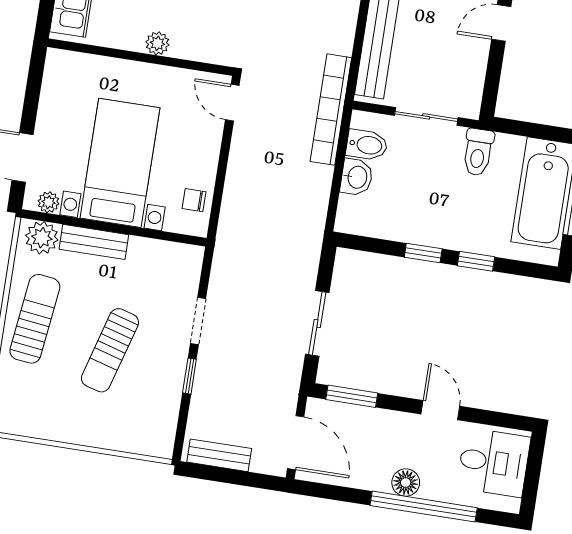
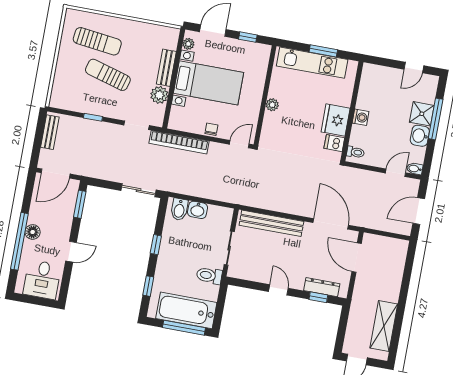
window: (33, 92) -> (248, 37), added
bookcase: (331, 110) -> (179, 142), moved, turned 180
bidet: (367, 145) -> (179, 209), moved
chair: (194, 200) -> (211, 129), moved
plant: (42, 238) -> (159, 95), moved
window: (476, 261) -> (148, 286), moved
sun lounger: (35, 319) -> (97, 41), moved
doorway: (198, 321) -> (137, 125), moved
sliding door: (317, 323) -> (139, 190), moved

